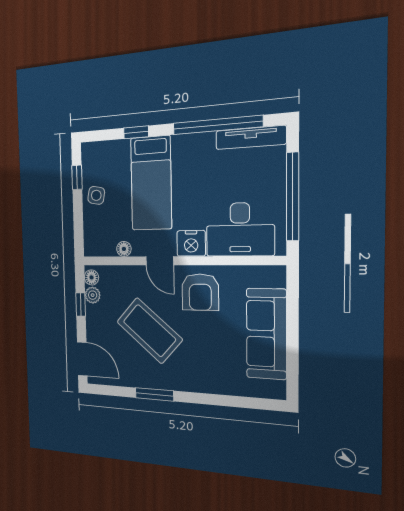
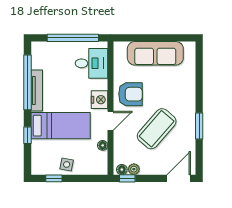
tv unit: (251, 138) -> (37, 90), moved
desk: (240, 229) -> (91, 63), width x0.73
window: (81, 305) -> (127, 178), moved

